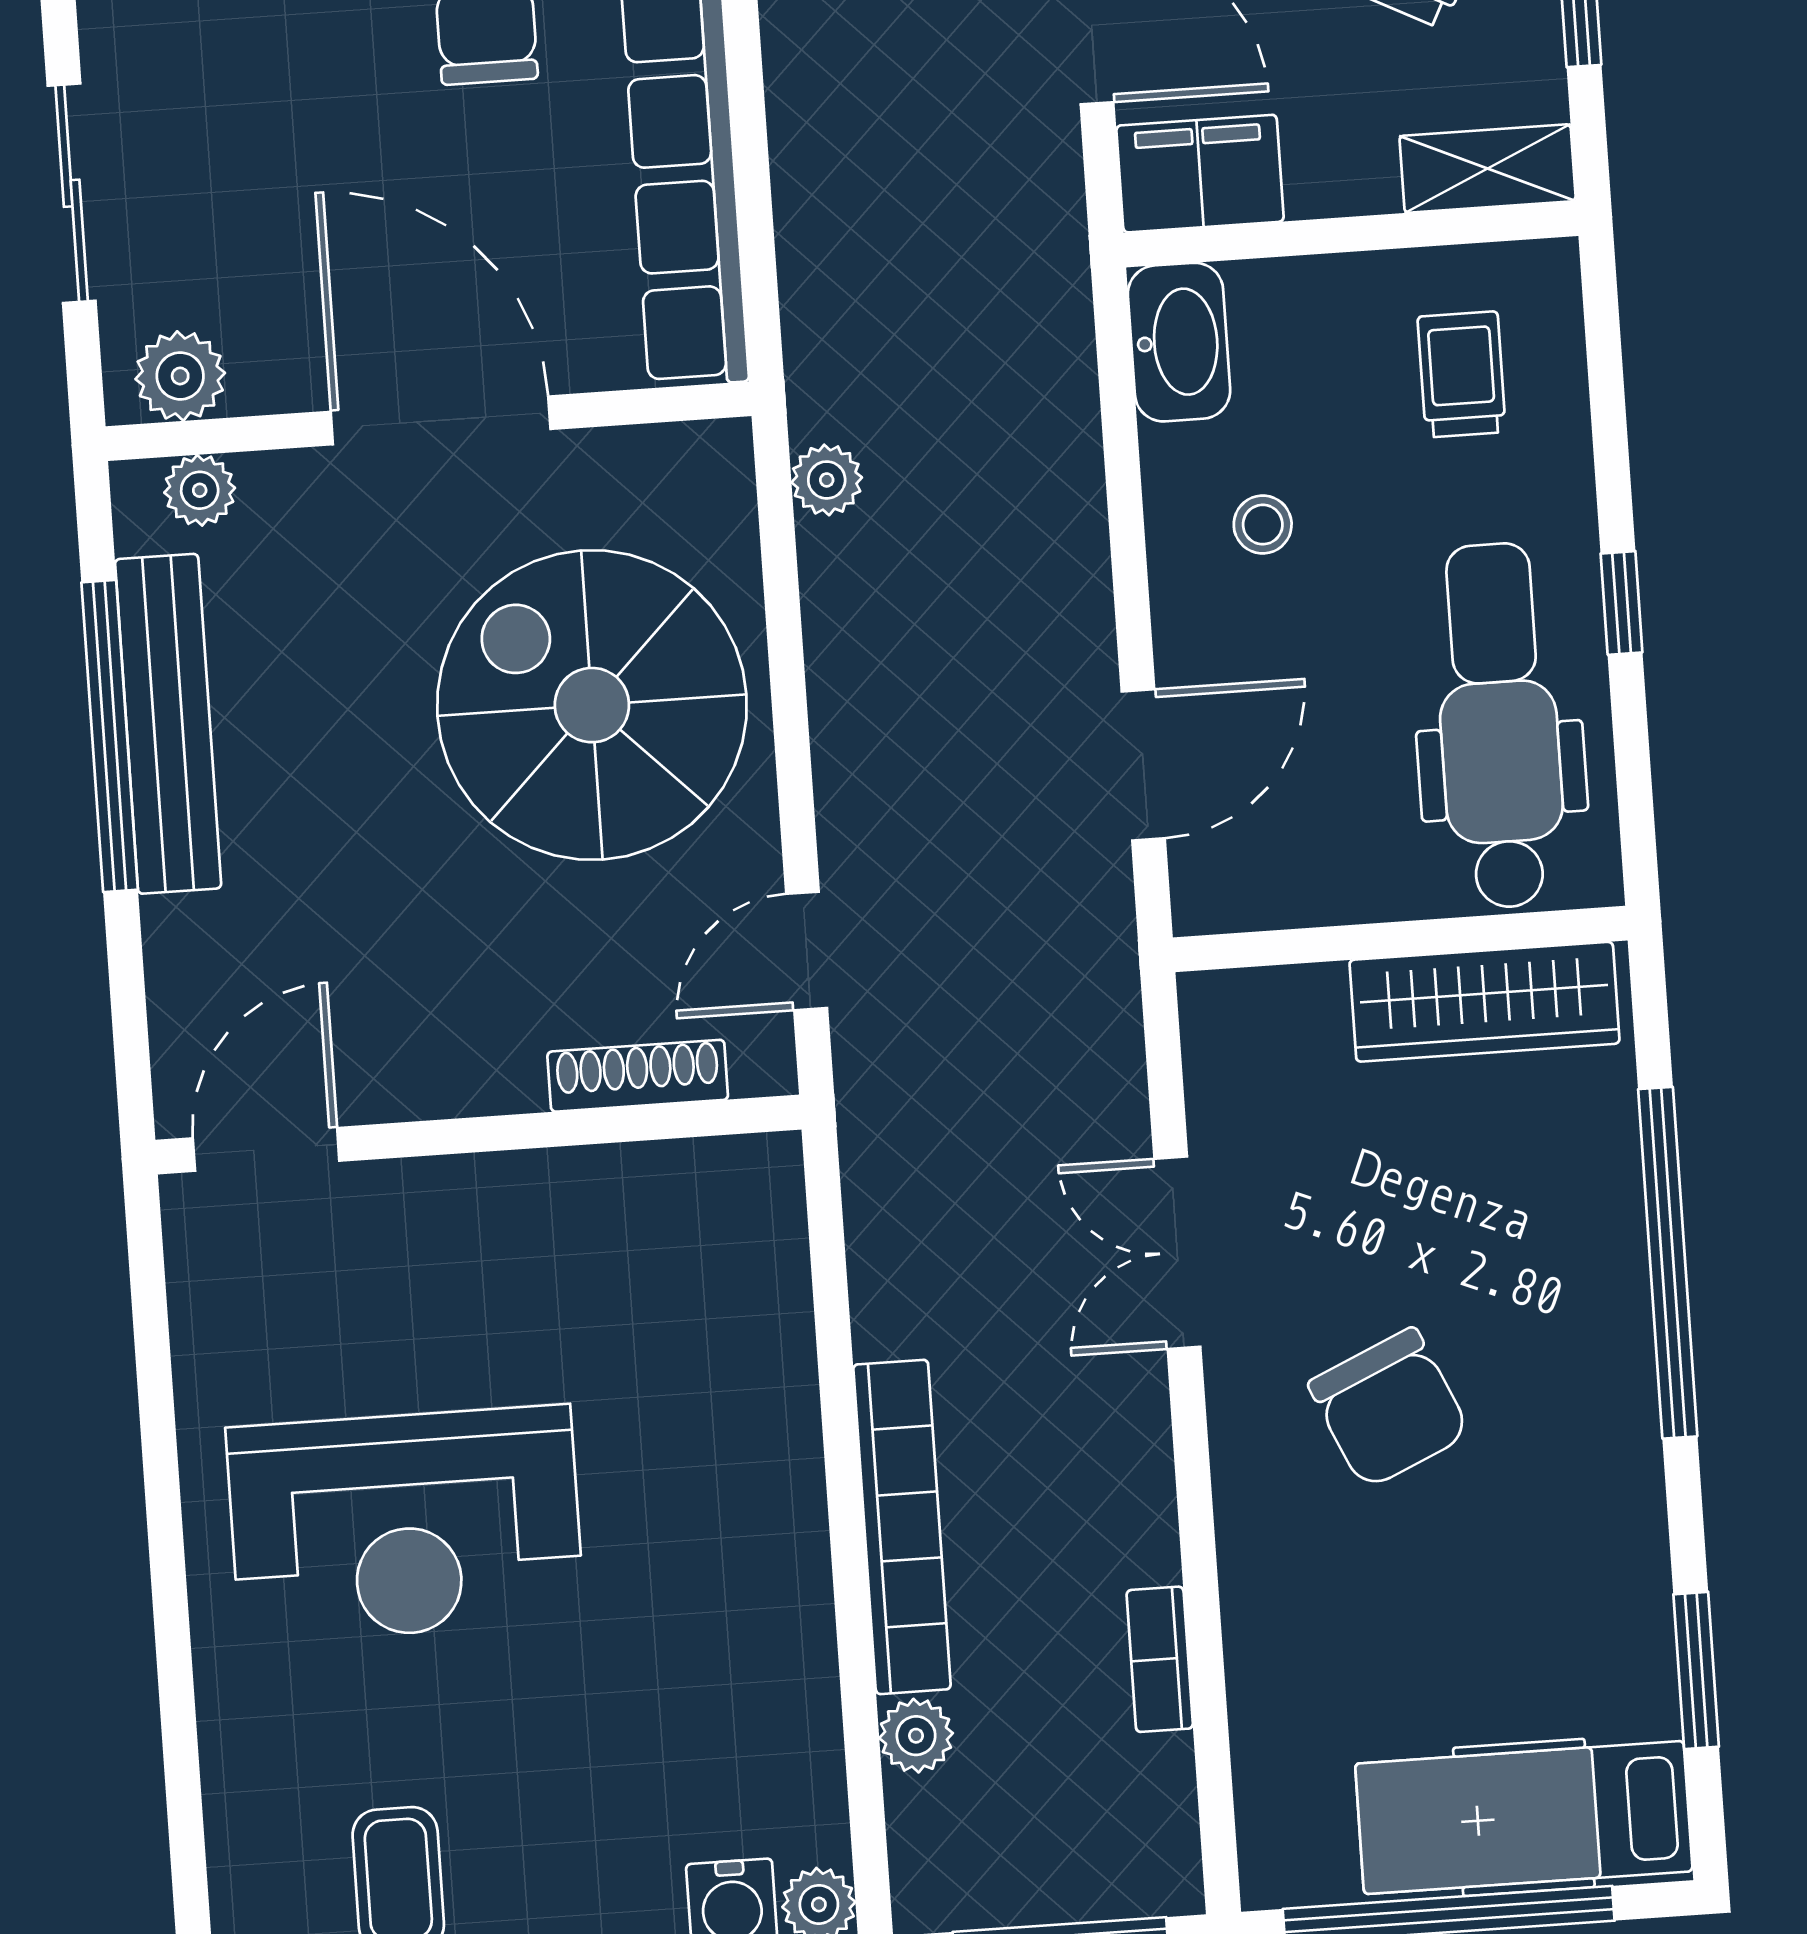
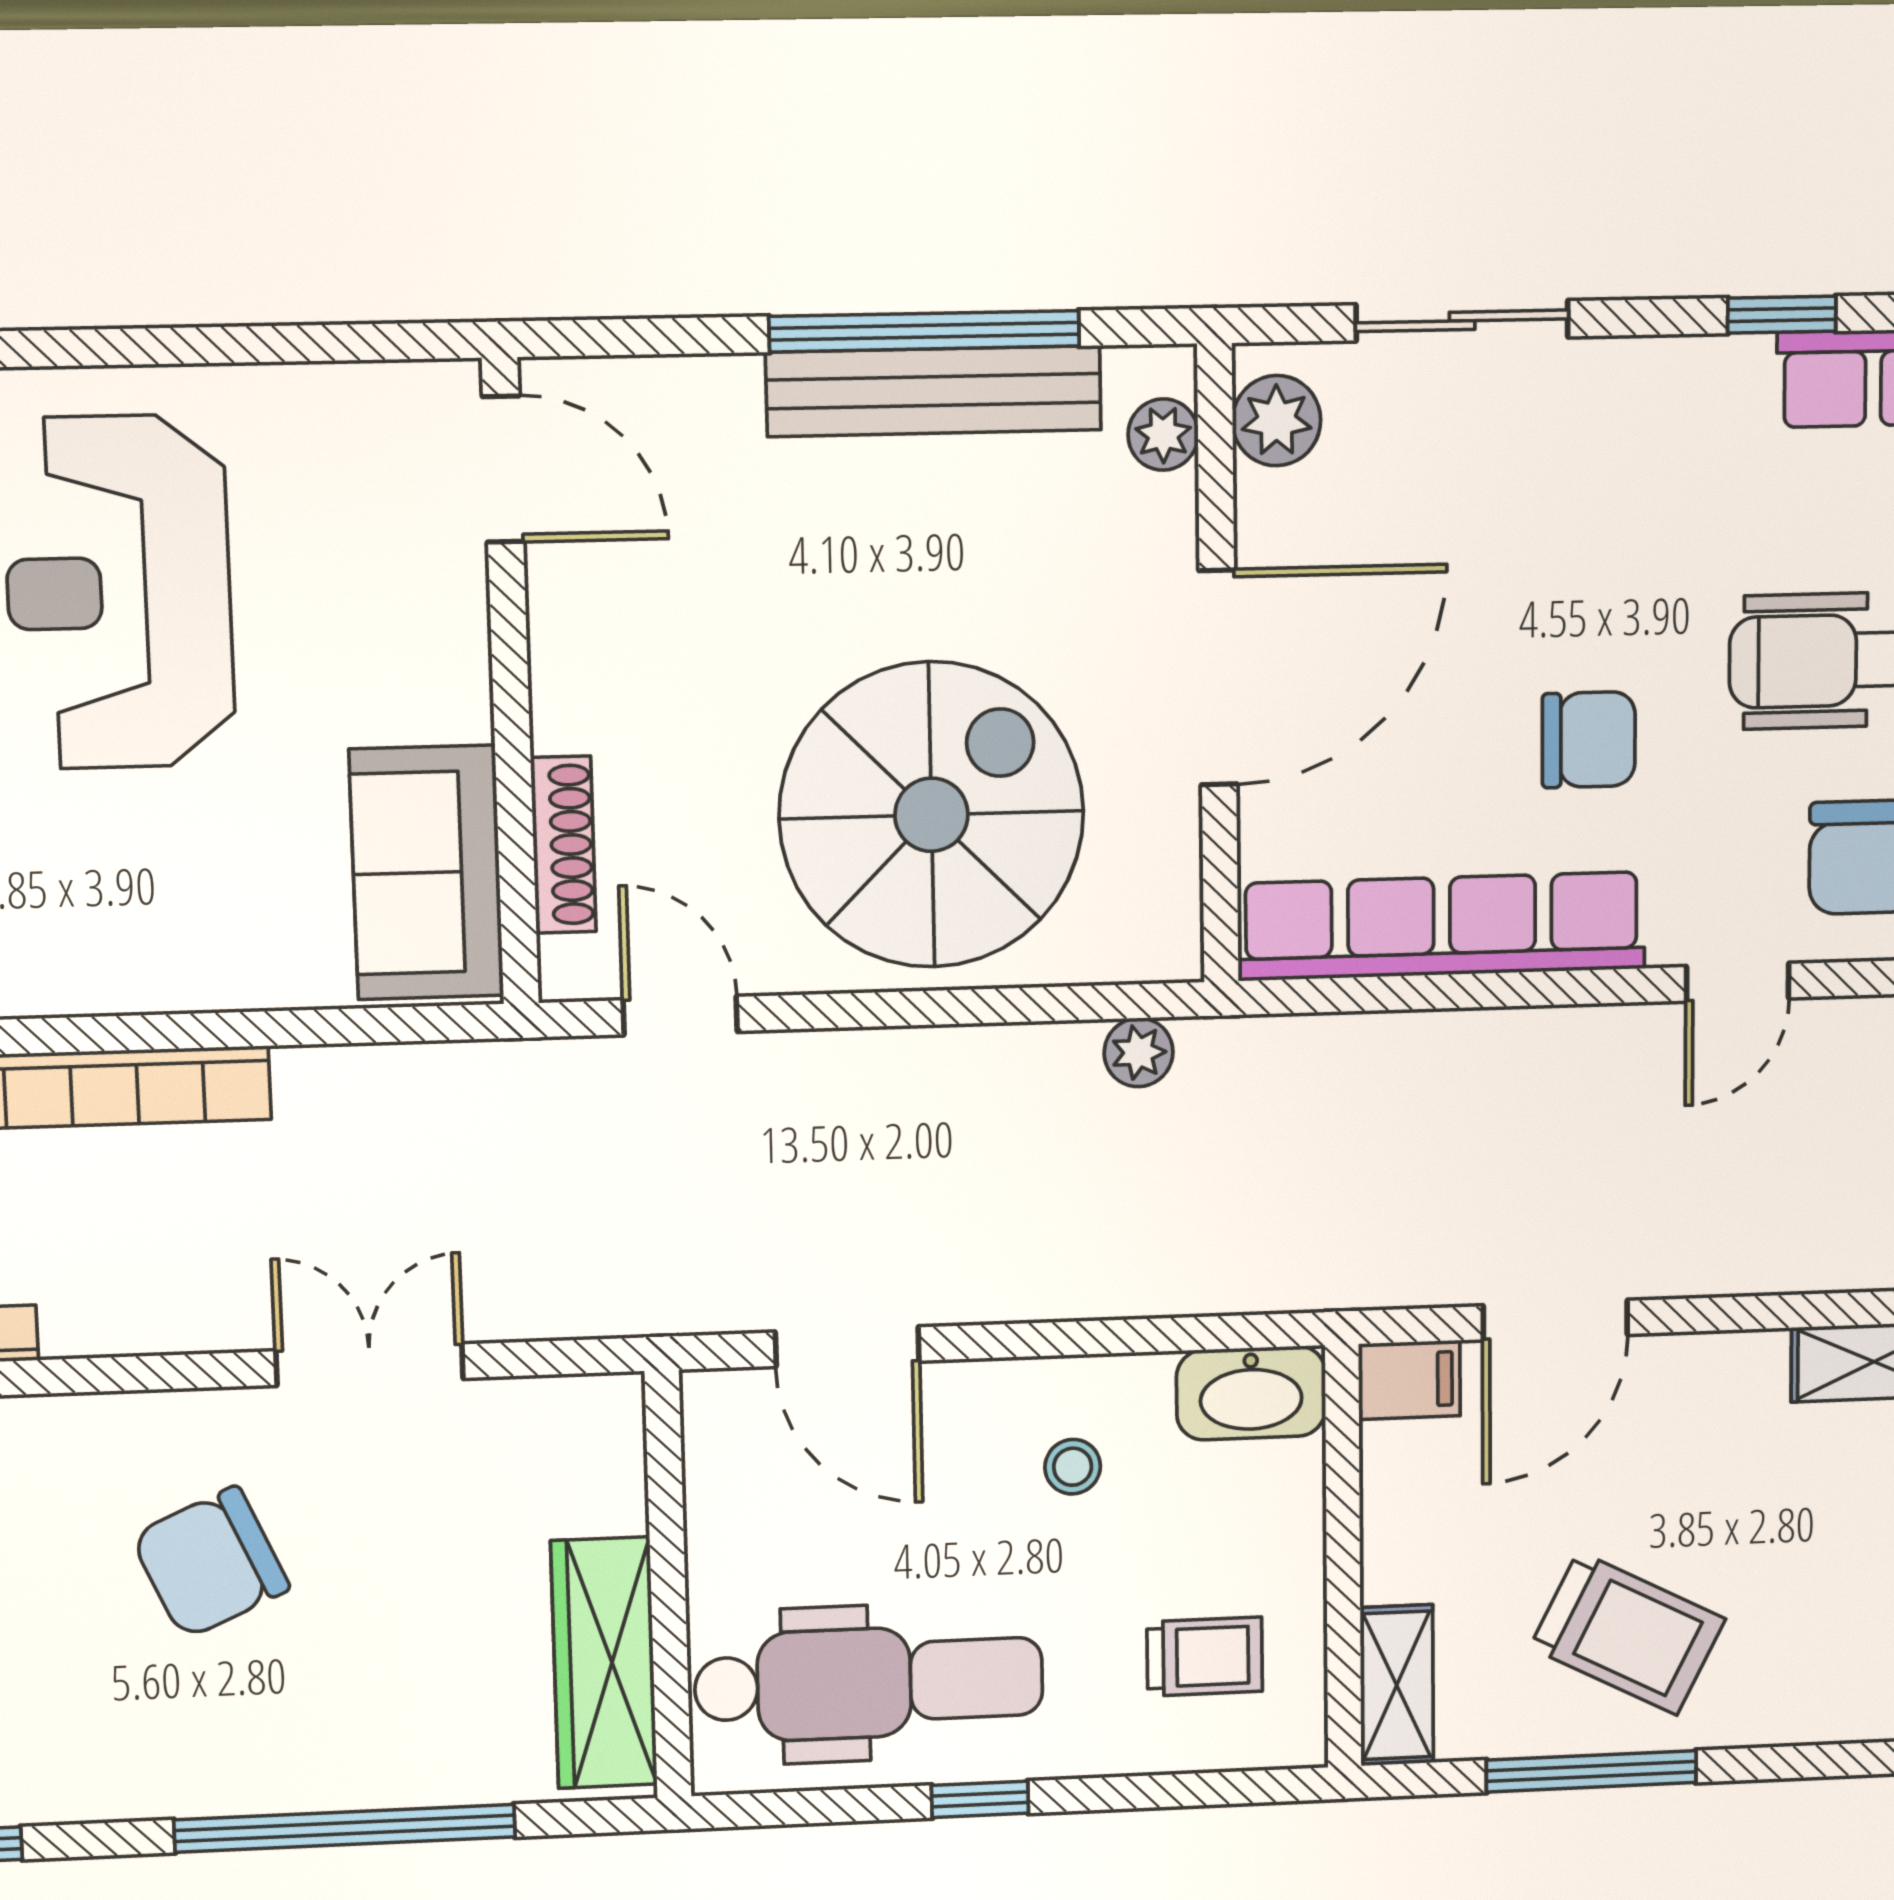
filing cabinet: (1200, 174) -> (1409, 1380), width x0.50
sofa: (671, 1212) -> (427, 873), added

